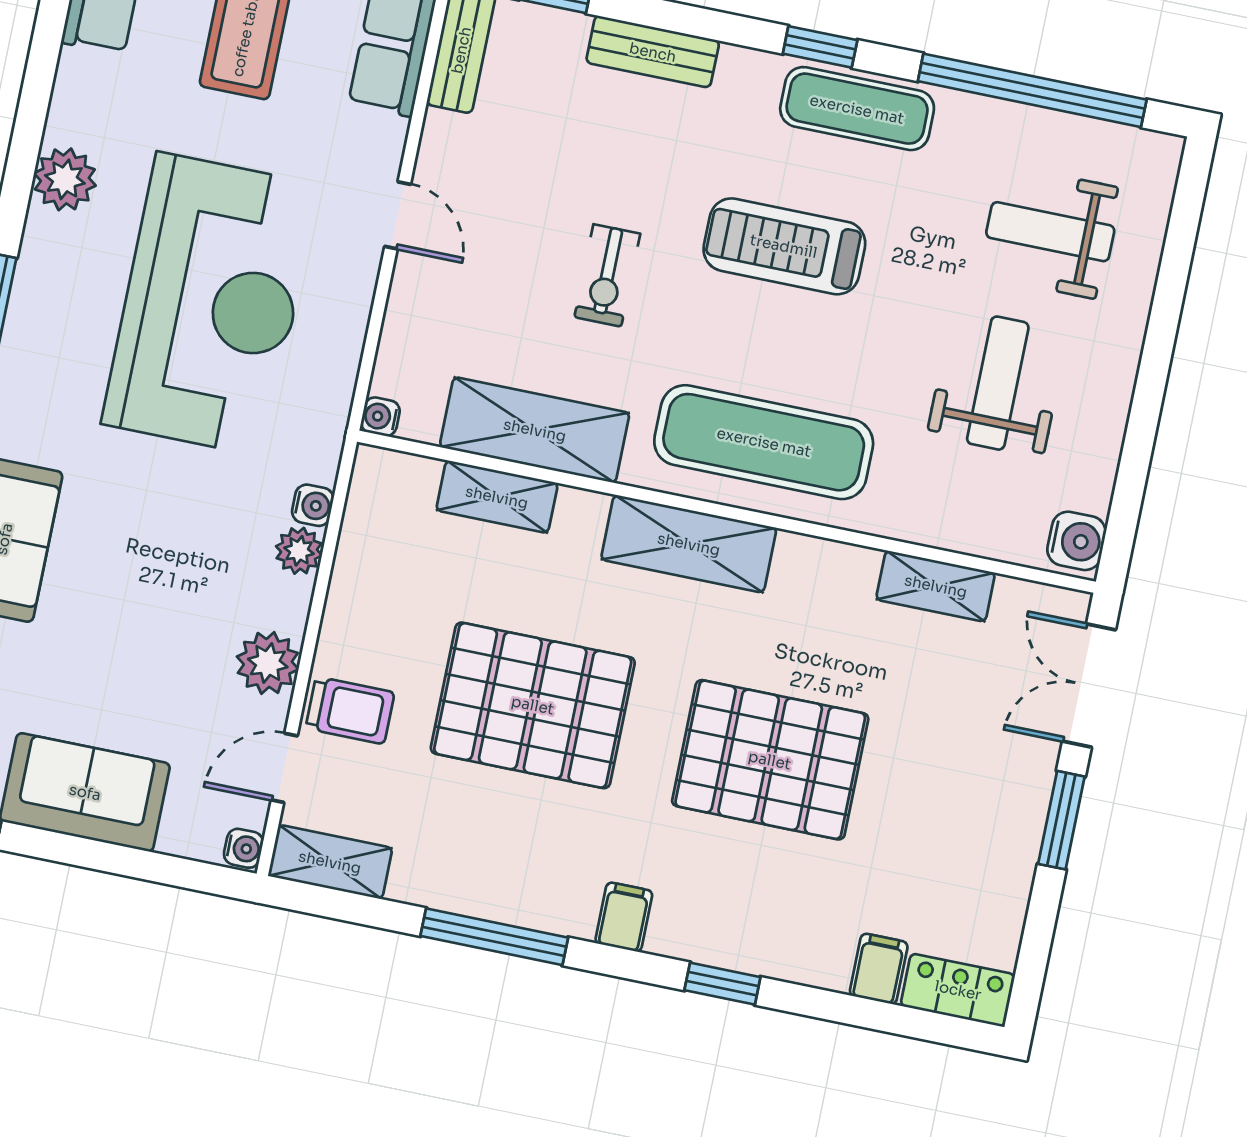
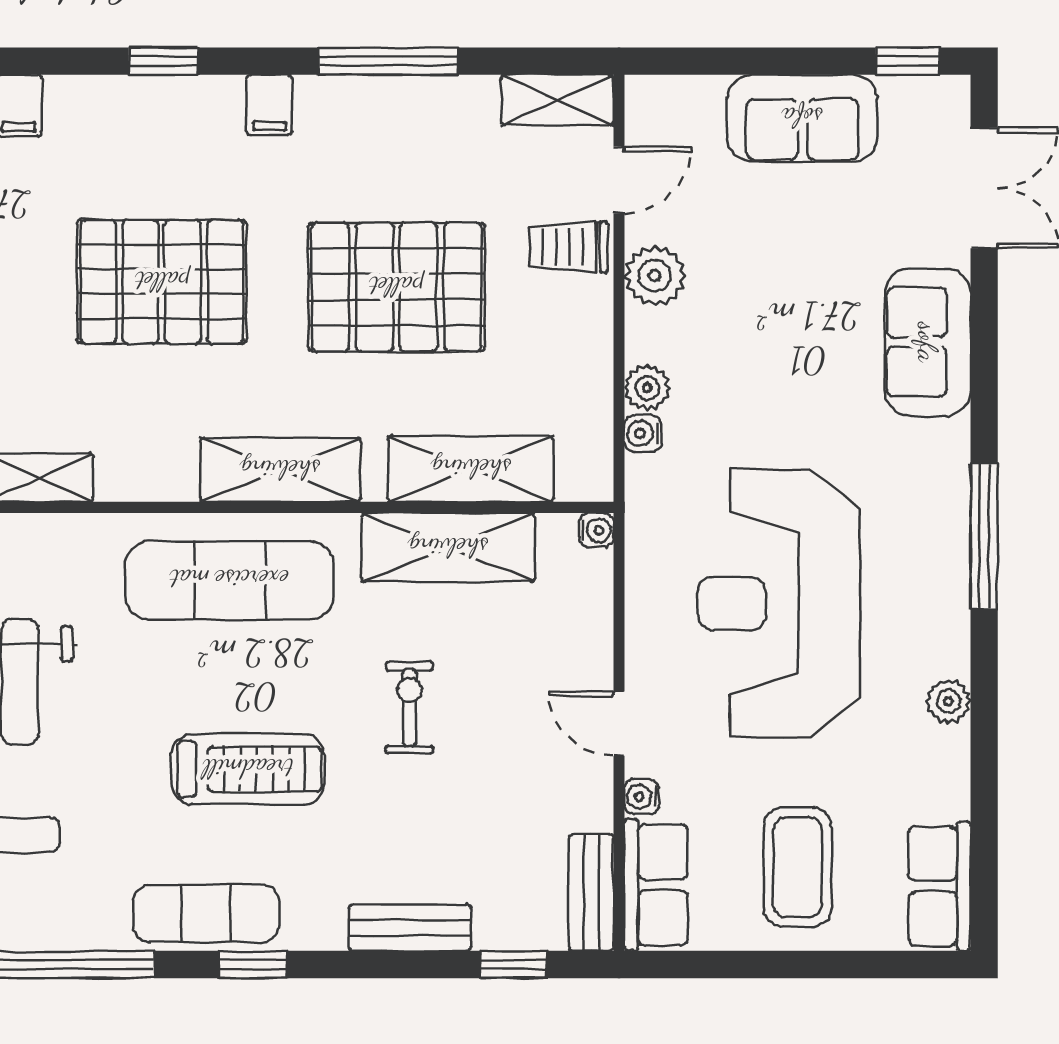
plant: (65, 179) -> (948, 701), width x0.73, depth x0.73
shelving: (497, 497) -> (471, 469), width x1.50, depth x1.33
water cooler: (243, 848) -> (642, 797), moved

